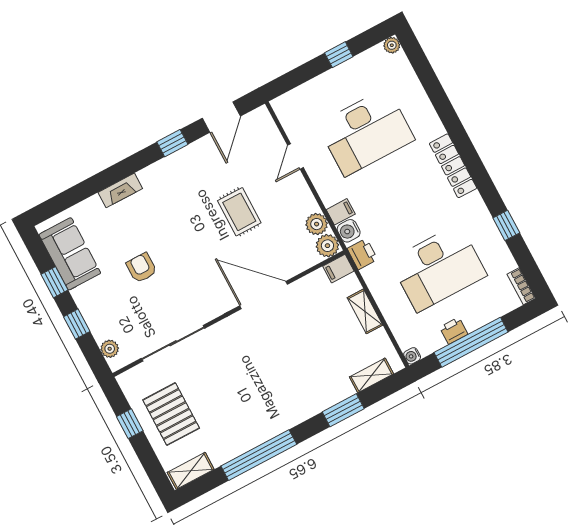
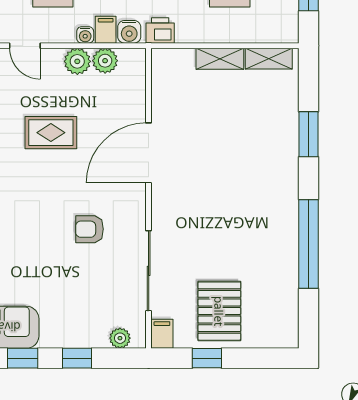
plant: (327, 246) -> (77, 61), moved
armchair: (142, 268) -> (89, 229), moved
filing cabinet: (338, 269) -> (162, 334), moved, turned 180
water cooler: (412, 356) -> (85, 35), moved
shelving: (371, 375) -> (269, 59), moved, turned 90
pallet: (171, 414) -> (219, 311), turned 90
shelving: (191, 471) -> (288, 322), removed

